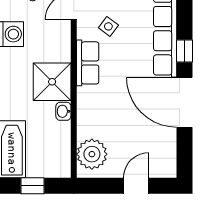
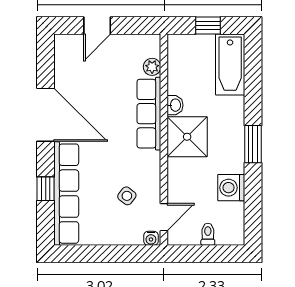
window: (184, 51) -> (46, 189), moved
row of seats: (88, 63) -> (149, 114), moved, width x1.48
plant: (92, 154) -> (152, 67), width x0.53, depth x0.53

